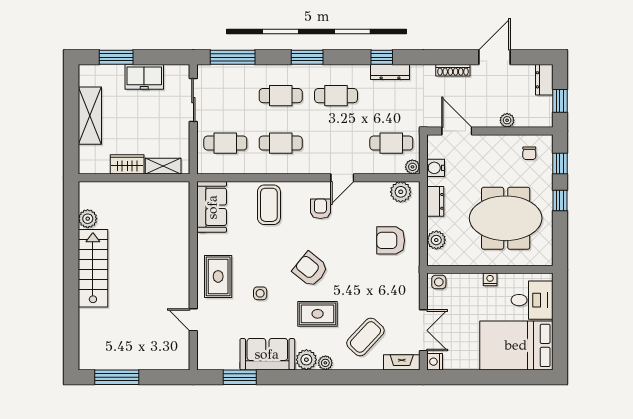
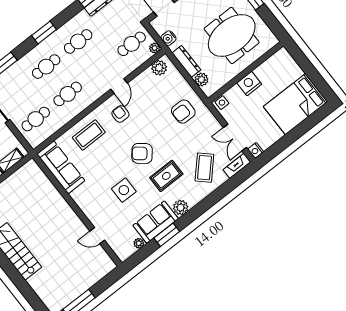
dresser: (435, 201) -> (186, 61), width x1.44
coffee table: (269, 205) -> (89, 135), turned 90
sofa: (212, 207) -> (61, 167), width x1.36
armchair: (391, 240) -> (183, 112), moved
rug: (218, 276) -> (92, 199), removed
nightstand: (490, 279) -> (249, 84), width x1.89, depth x1.79
side table: (260, 293) -> (124, 190), width x1.87, depth x1.87
desk: (532, 300) -> (284, 71), removed
double door: (423, 330) -> (235, 138), swing flipped
plant: (325, 363) -> (139, 243), moved
window: (240, 377) -> (167, 235), moved

